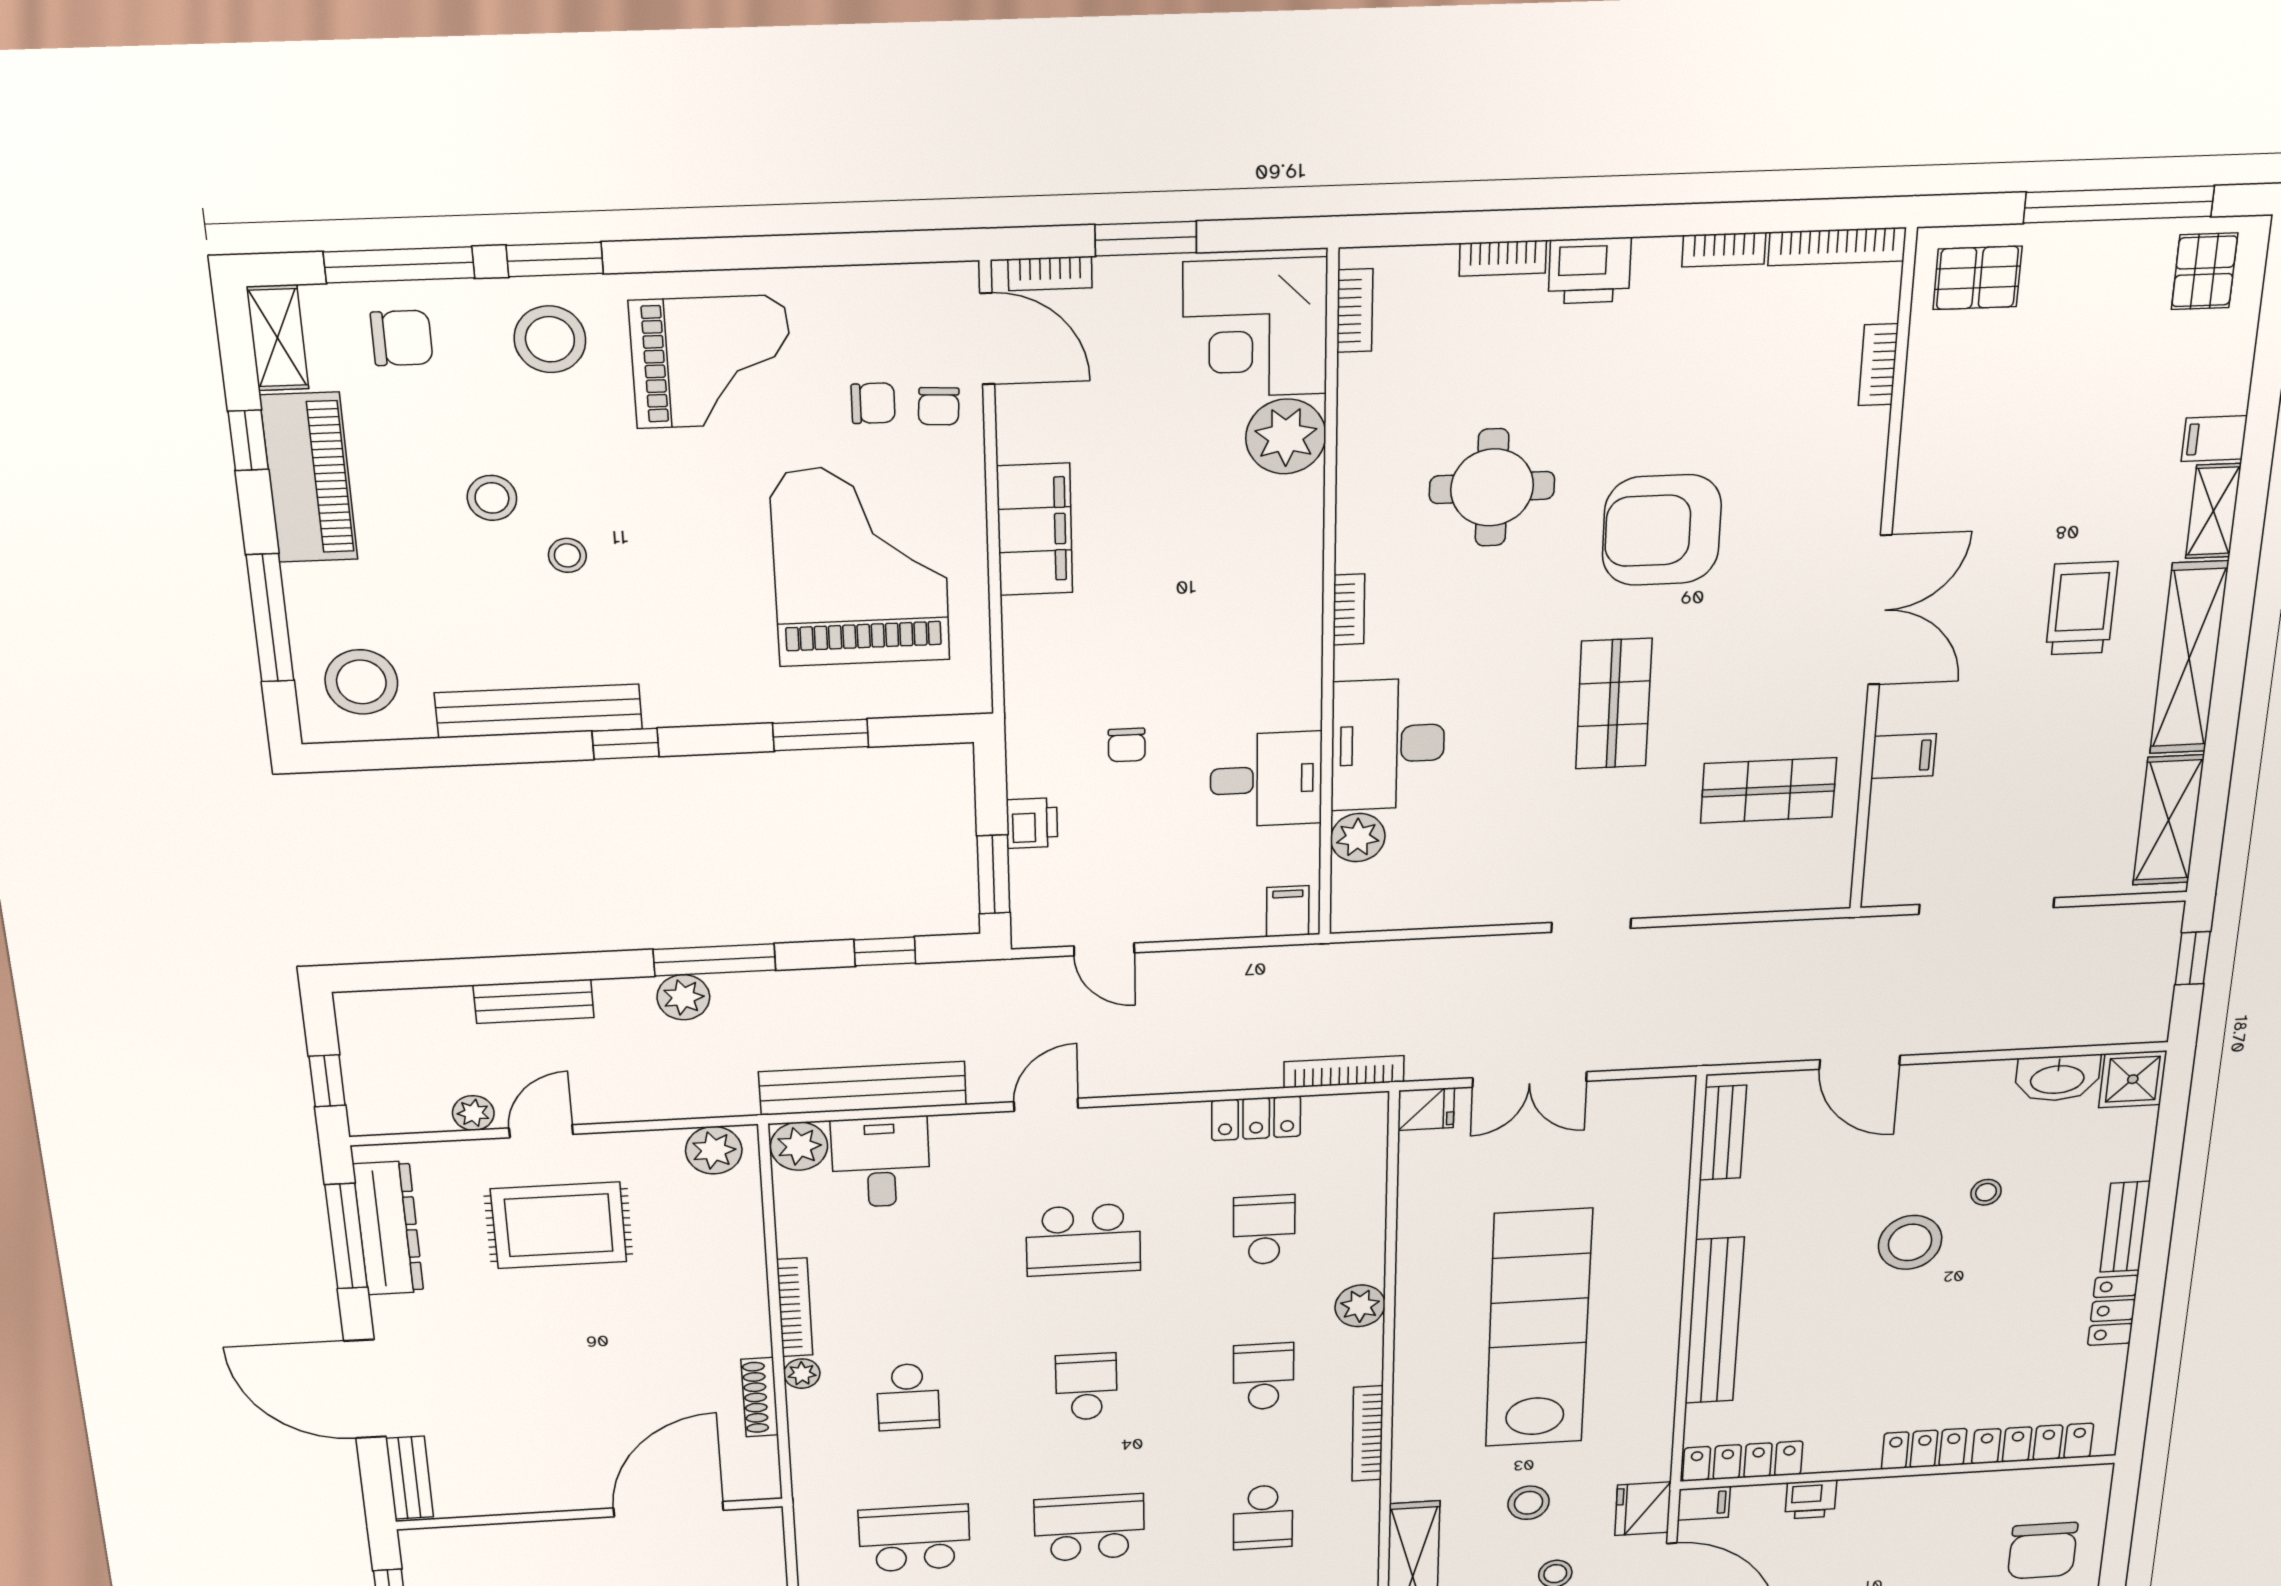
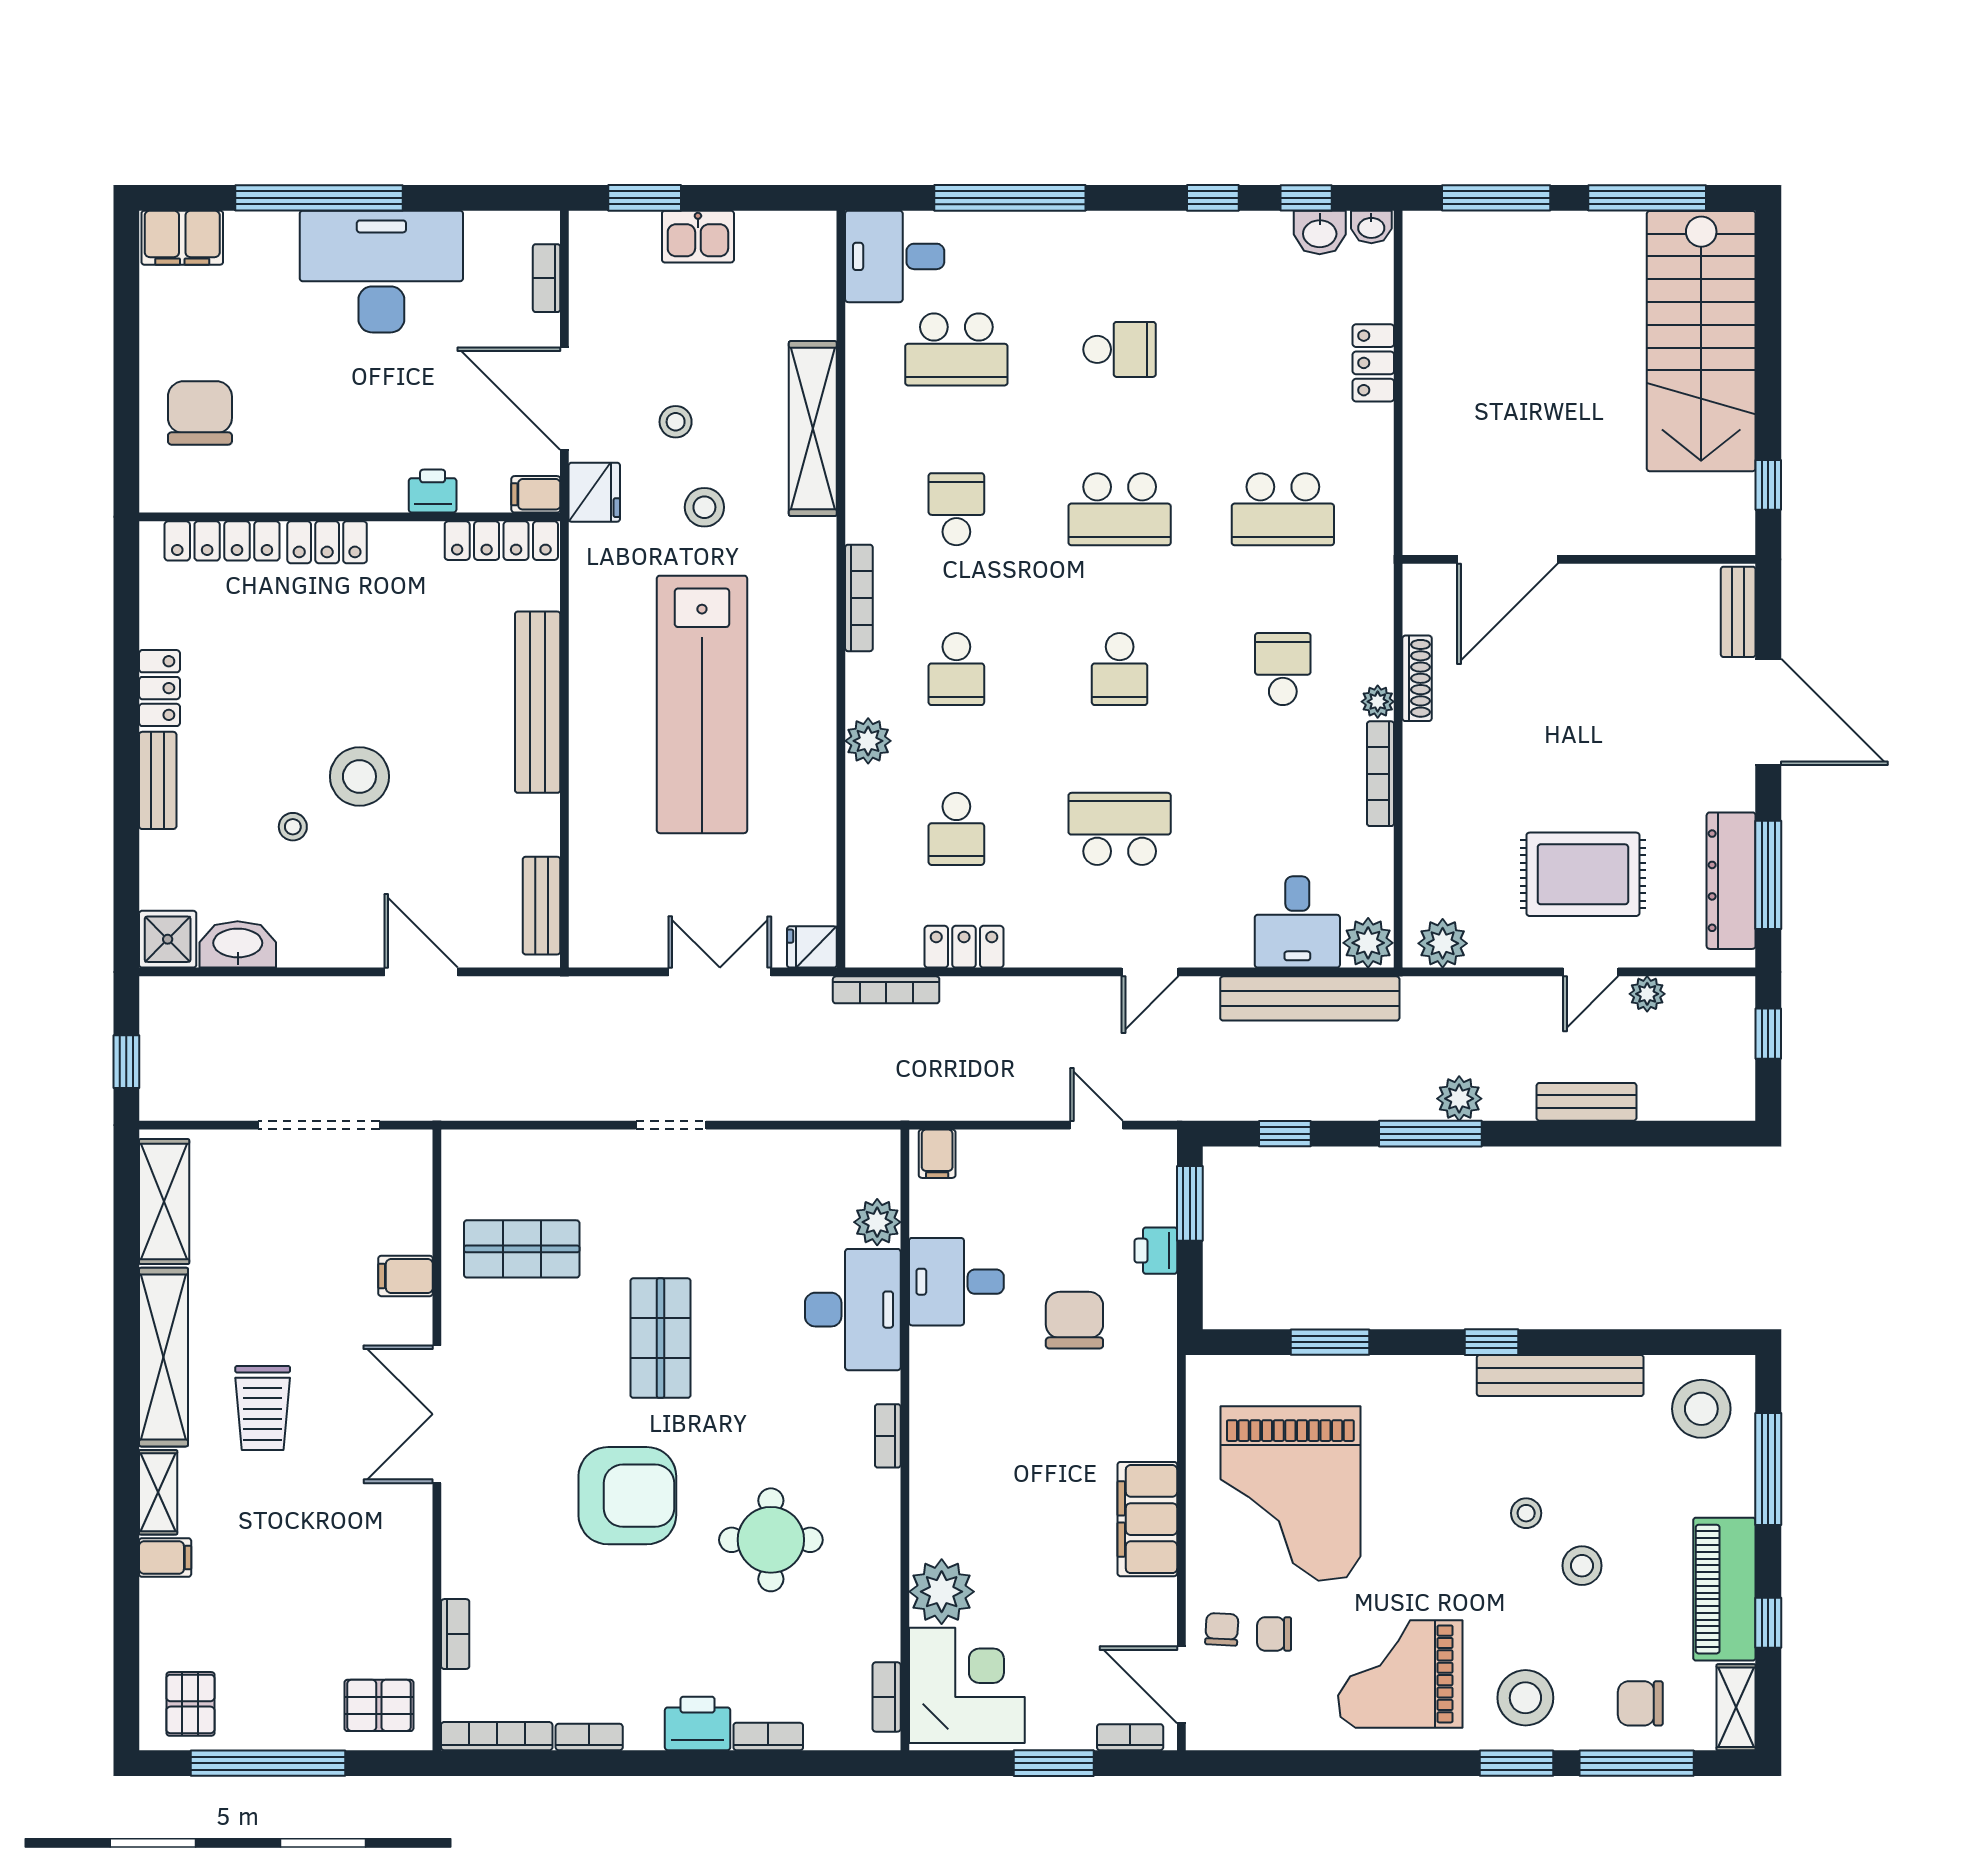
chair: (1127, 745) -> (1074, 1320), width x1.87, depth x1.87

